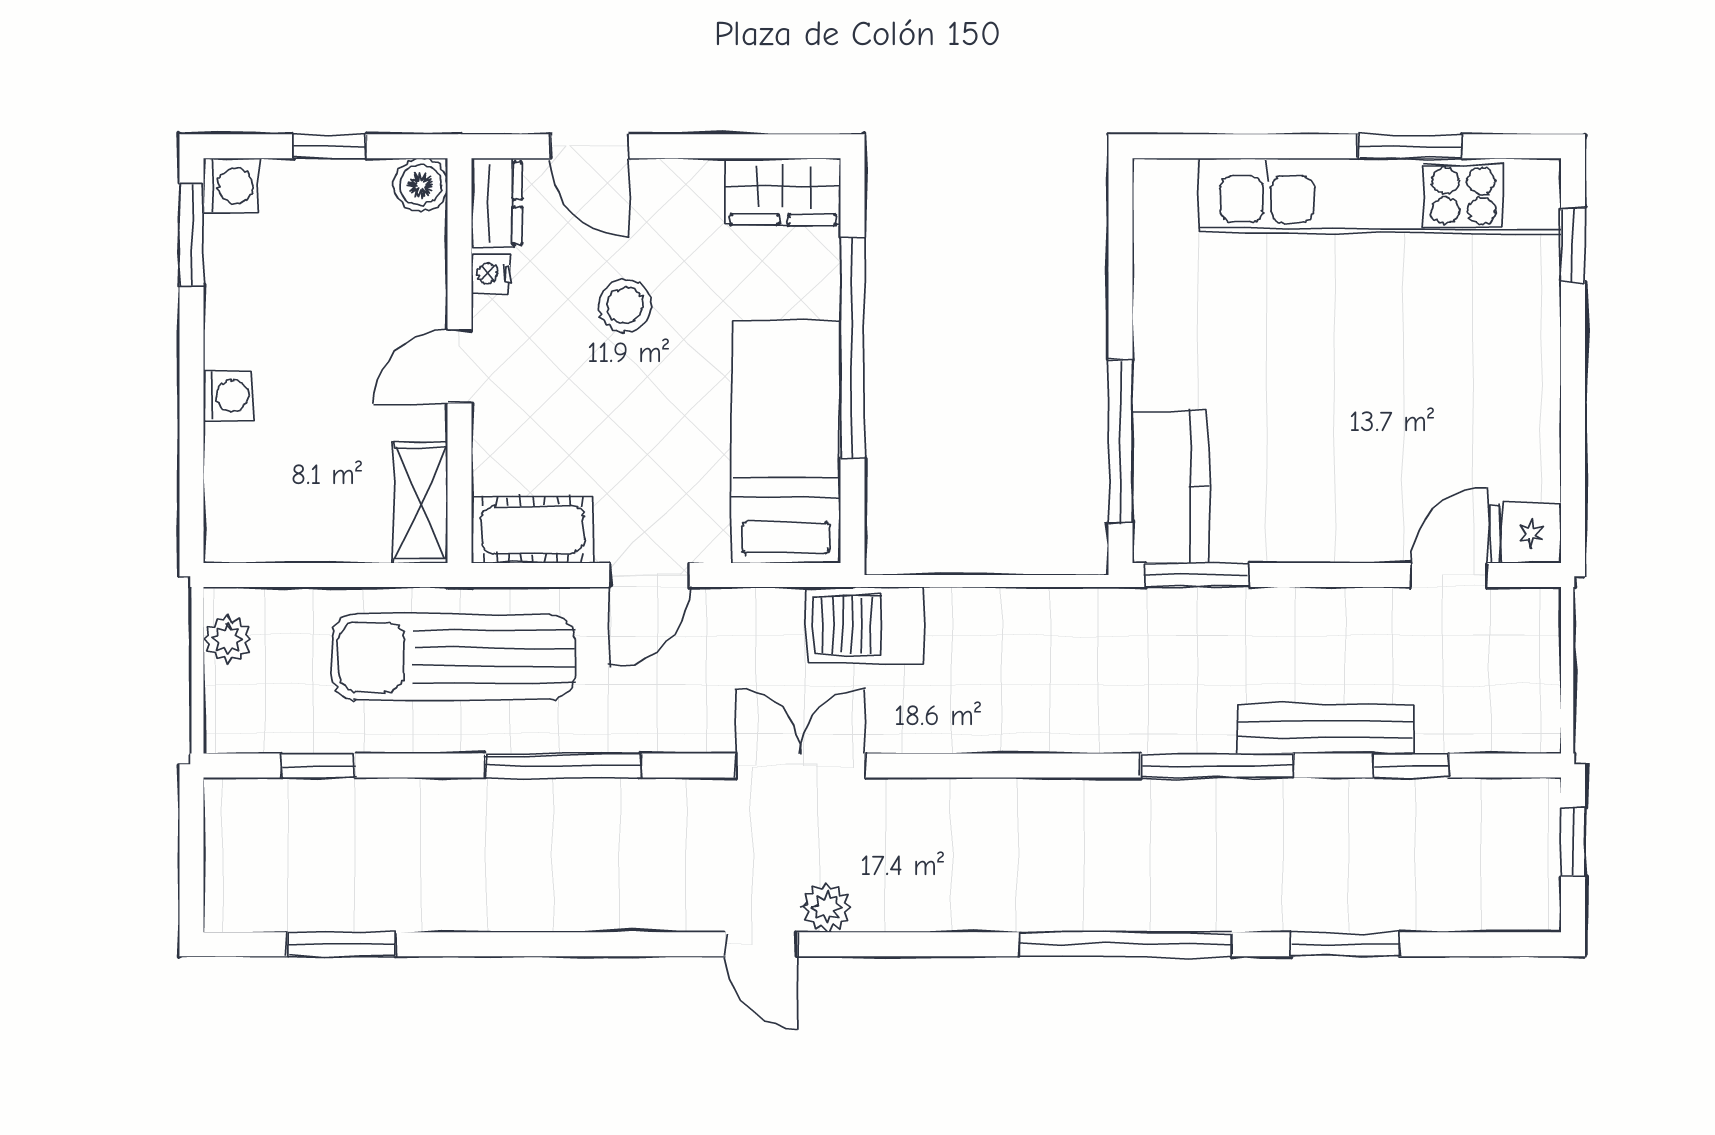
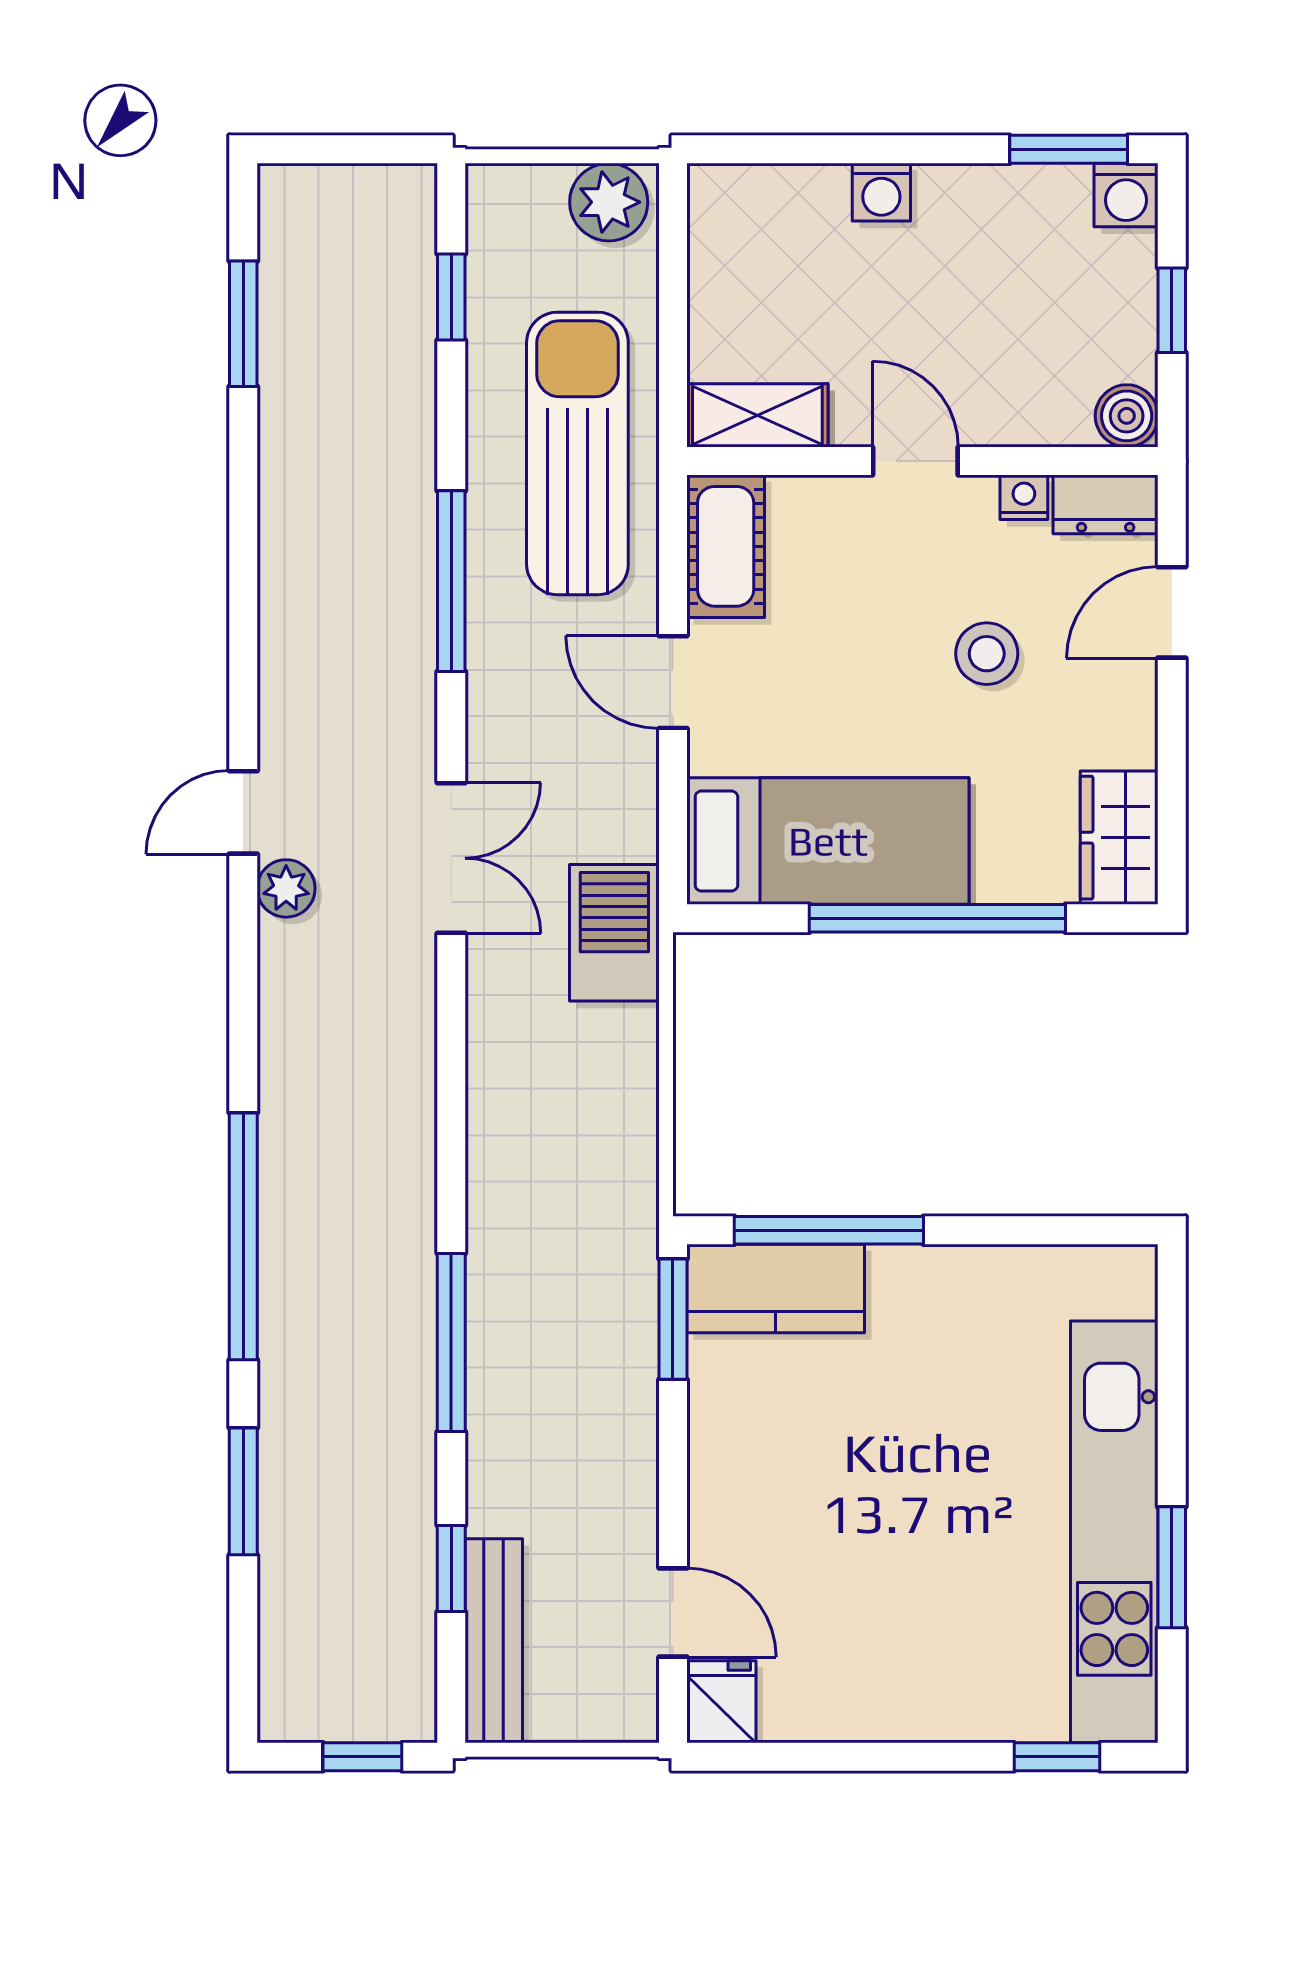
plant: (228, 639) -> (609, 202), width x1.38, depth x1.38
bench: (1325, 729) -> (494, 1641), moved

